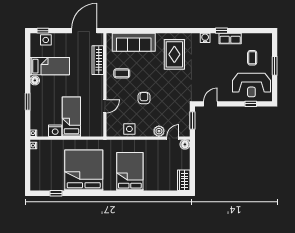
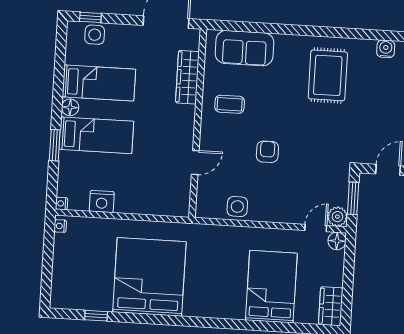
sofa: (134, 42) -> (245, 48), width x0.73
bed: (71, 117) -> (96, 135), moved, turned 90
plant: (159, 131) -> (337, 217), moved
bed: (130, 172) -> (271, 287), moved

